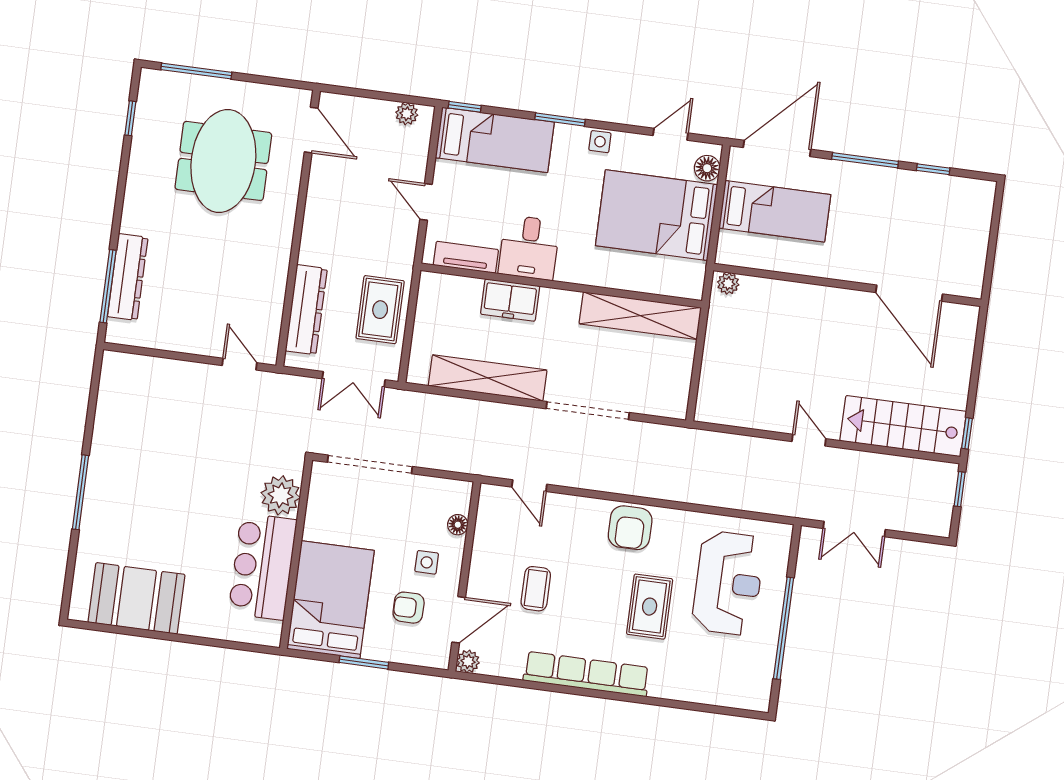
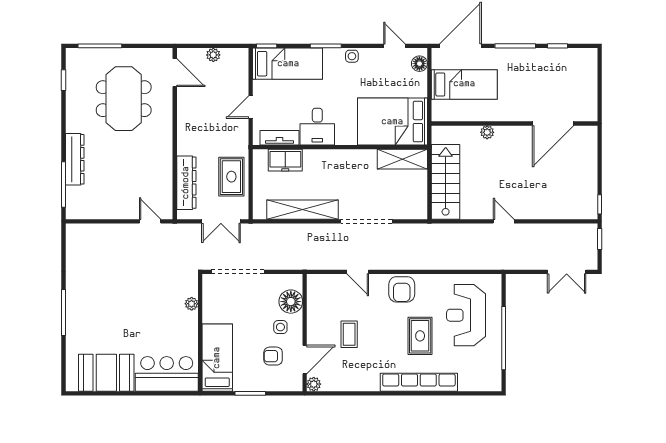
plant: (407, 114) -> (213, 55), moved
door: (671, 134) -> (394, 46), hinge flipped
door: (426, 202) -> (251, 107), hinge flipped
bed: (657, 215) -> (392, 122), moved
dresser: (128, 277) -> (75, 159), moved
plant: (728, 283) -> (487, 132), moved
door: (909, 293) -> (553, 124), hinge flipped
freezer: (510, 300) -> (285, 160), moved
shelving: (640, 316) -> (402, 159), width x0.68
stairs: (903, 426) -> (446, 182), moved, turned 90
door: (529, 486) -> (358, 272), moved
plant: (281, 495) -> (192, 304), width x0.53, depth x0.53
floor lamp: (458, 525) -> (291, 302), width x1.89, depth x1.89
double door: (854, 529) -> (567, 272), moved
bar counter: (263, 567) -> (167, 374), moved, turned 90
reception desk: (728, 583) -> (466, 315), turned 180
bed: (331, 600) -> (217, 358), width x0.67
row of seats: (586, 674) -> (419, 382), moved

